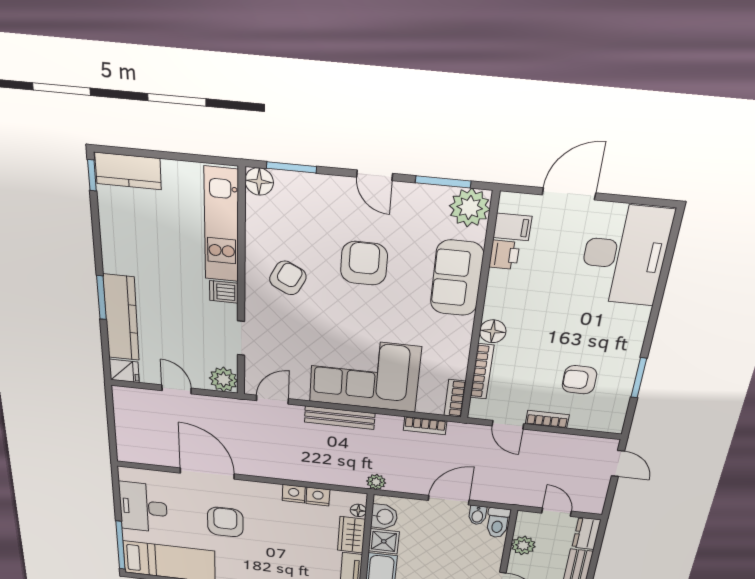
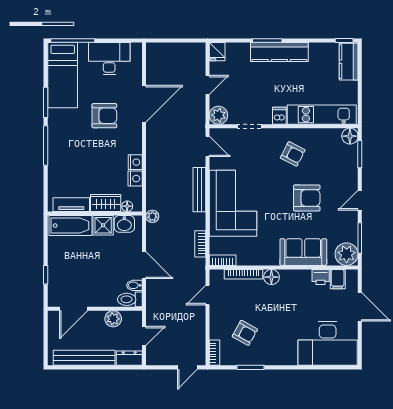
kitchen counter: (121, 318) -> (279, 52), moved
armchair: (579, 380) -> (245, 333), turned 119
bookcase: (547, 419) -> (214, 353), moved

